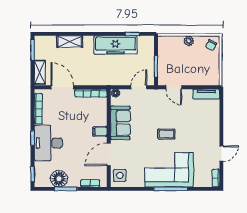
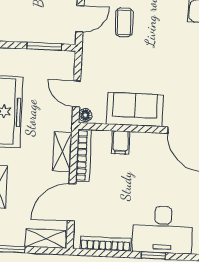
shelving: (93, 80) -> (62, 152), added
door: (139, 87) -> (77, 94), moved
filing cabinet: (100, 131) -> (121, 142), moved
coffee table: (166, 134) -> (124, 22), moved

